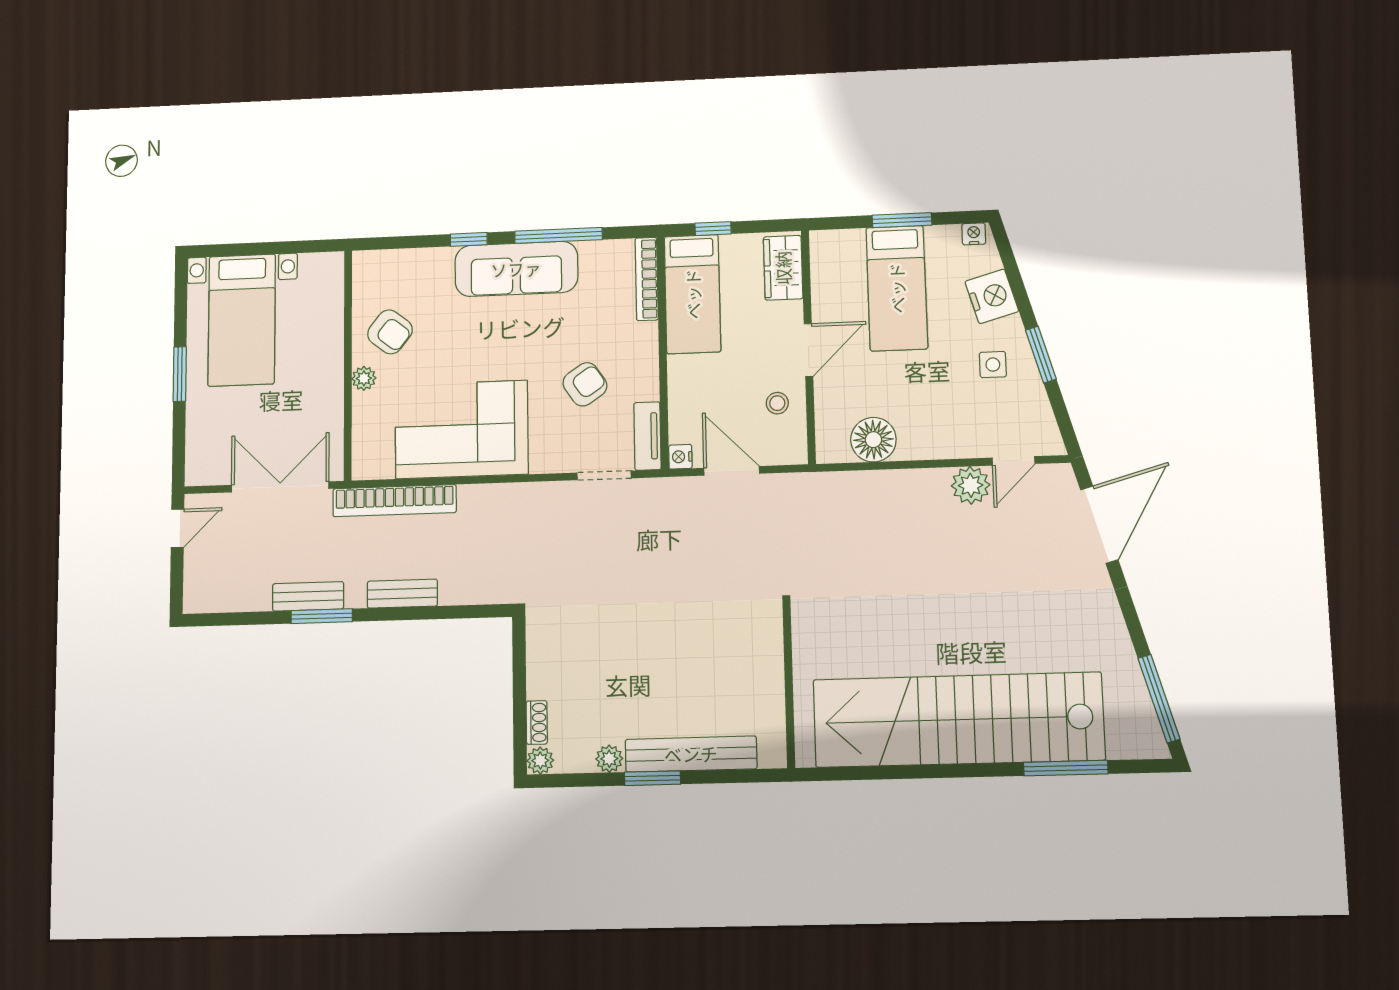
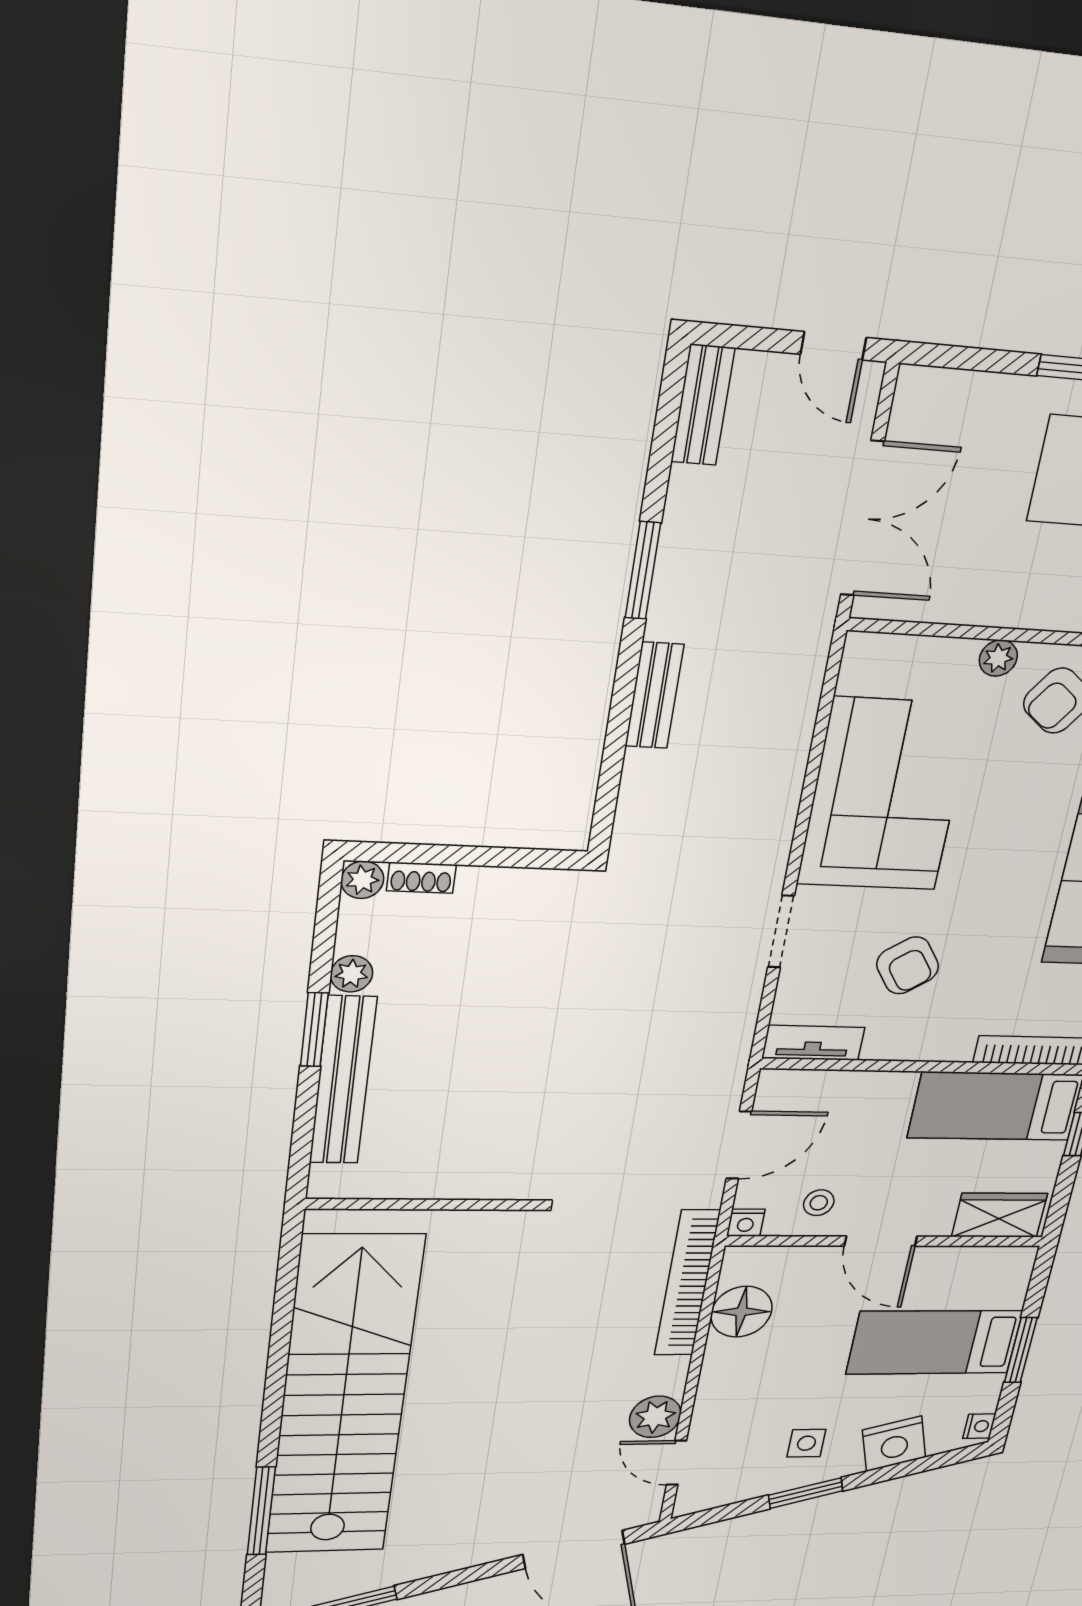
nightstand: (680, 457) -> (746, 1223), moved, turned 180
doorway: (604, 475) -> (781, 931), moved
bookcase: (395, 501) -> (687, 1283), moved
bench: (308, 596) -> (703, 405), moved

